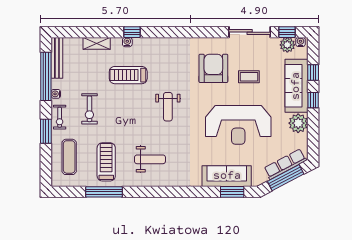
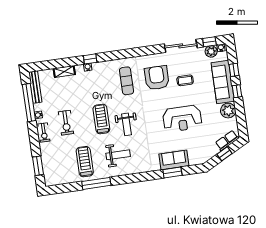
treadmill: (128, 75) -> (101, 119), moved, turned 90
weight bench: (168, 107) -> (127, 124), moved
reception desk: (238, 125) -> (182, 119), width x0.74, depth x0.77
window: (46, 131) -> (38, 166), moved
exercise mat: (69, 157) -> (127, 81), moved
row of seats: (285, 164) -> (227, 140), width x0.68
sofa: (227, 176) -> (174, 160), width x0.73
window: (286, 178) -> (225, 154), width x0.46
window: (104, 192) -> (96, 183), moved
window: (232, 192) -> (172, 172), moved

